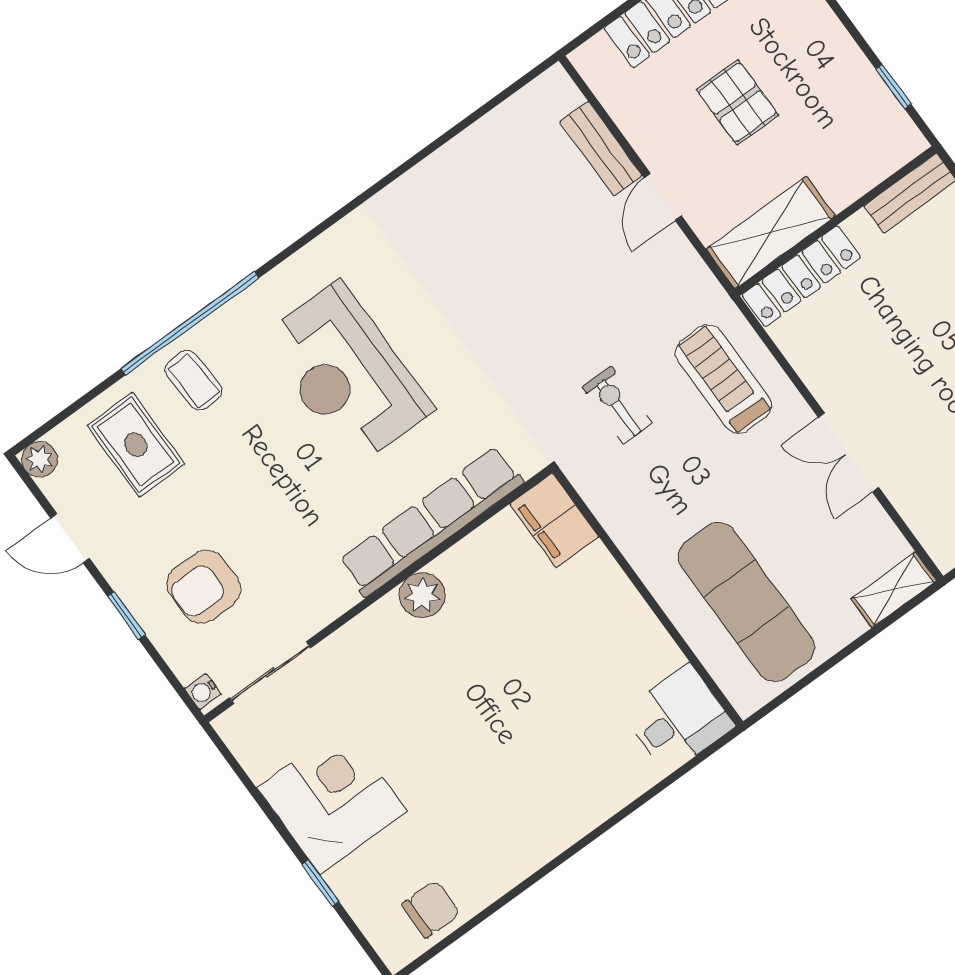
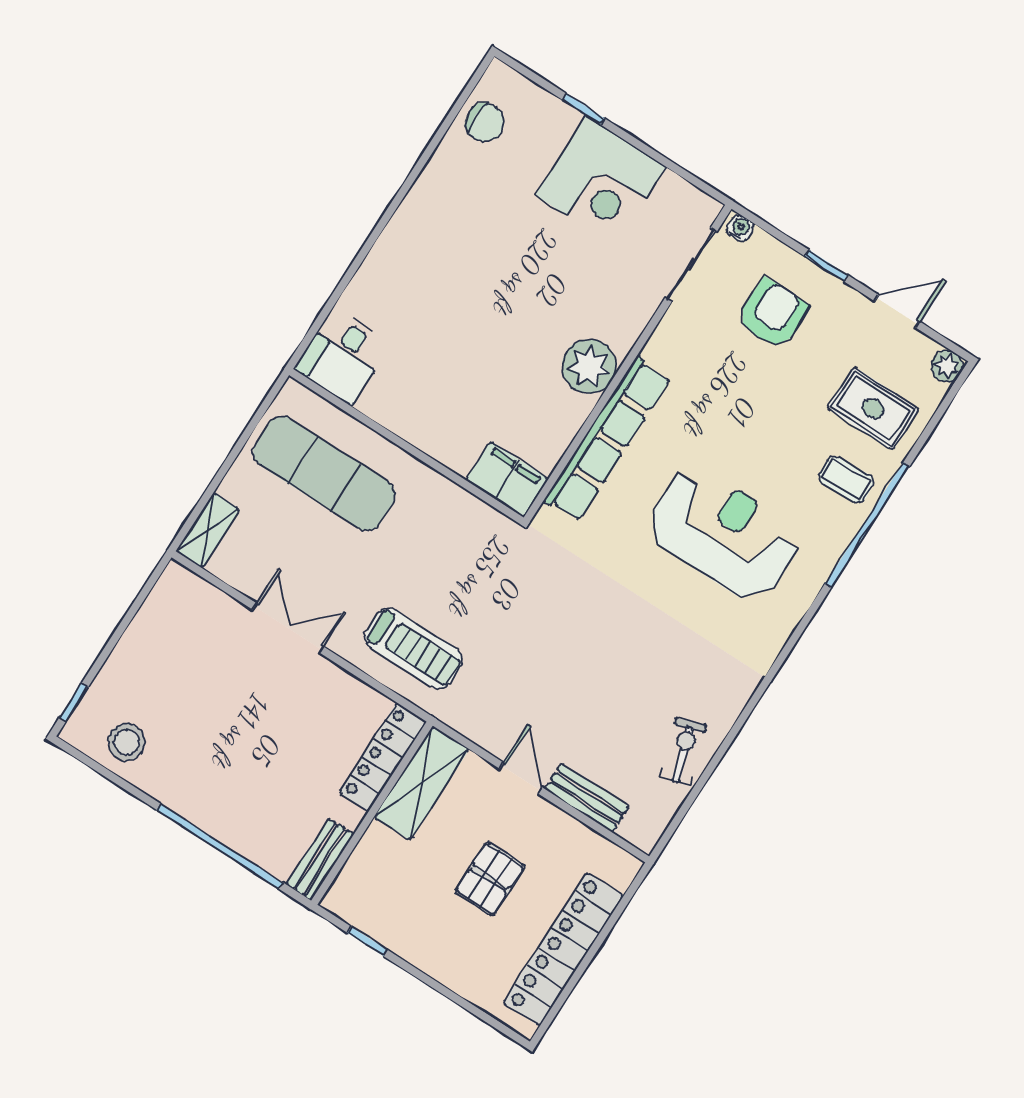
pallet: (738, 102) -> (490, 879), turned 90
exercise bike: (617, 405) -> (683, 751), moved, turned -108
plant: (422, 595) -> (589, 366), width x1.36, depth x1.36
chair: (431, 909) -> (485, 123), turned -90

